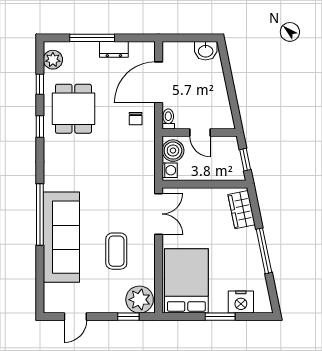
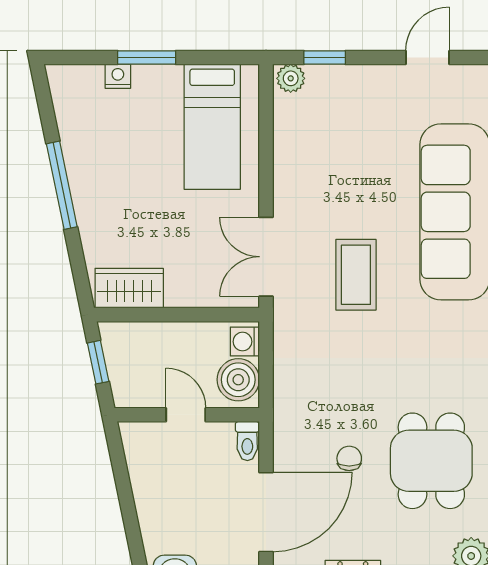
chair: (136, 119) -> (349, 458), moved
wardrobe: (242, 210) -> (129, 288), moved, turned -78
coffee table: (116, 251) -> (356, 275), moved
bed: (186, 281) -> (212, 127), width x0.67
plant: (140, 300) -> (291, 78), width x0.53, depth x0.53
nightstand: (241, 302) -> (118, 76), width x0.53, depth x0.56

